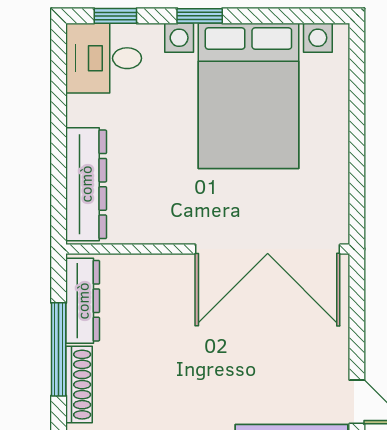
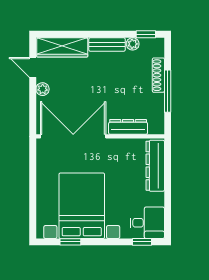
window: (200, 16) -> (70, 242), moved
dresser: (83, 301) -> (128, 127), moved, turned 90
plant: (335, 354) -> (43, 89), added

